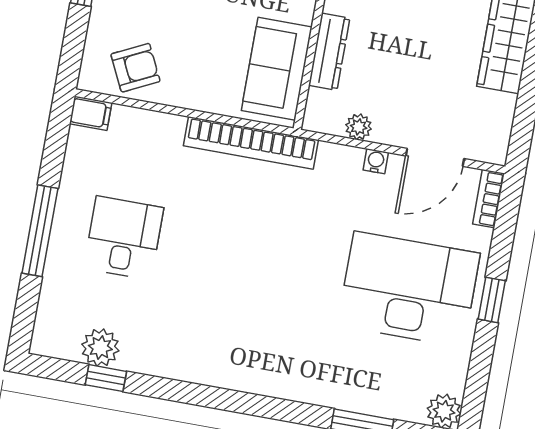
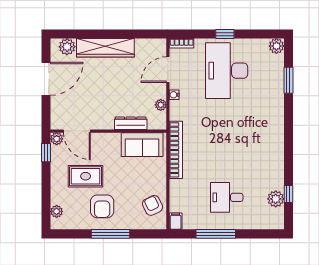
door: (435, 157) -> (168, 70), swing flipped
window: (40, 231) -> (216, 234), moved

